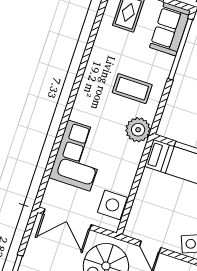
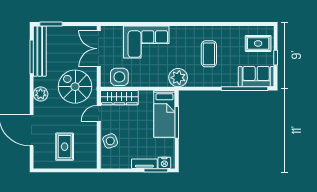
coffee table: (132, 89) -> (209, 54), moved
wardrobe: (139, 214) -> (119, 98), added

